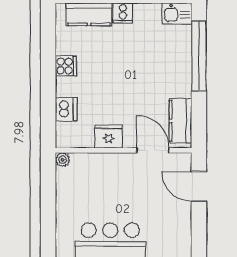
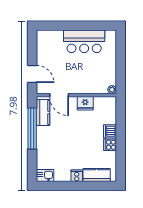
window: (199, 56) -> (32, 129), moved
dishwasher: (66, 109) -> (110, 131), moved

